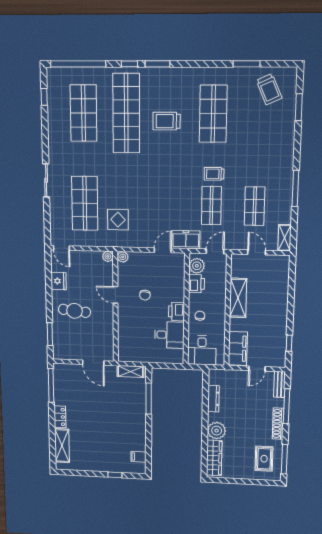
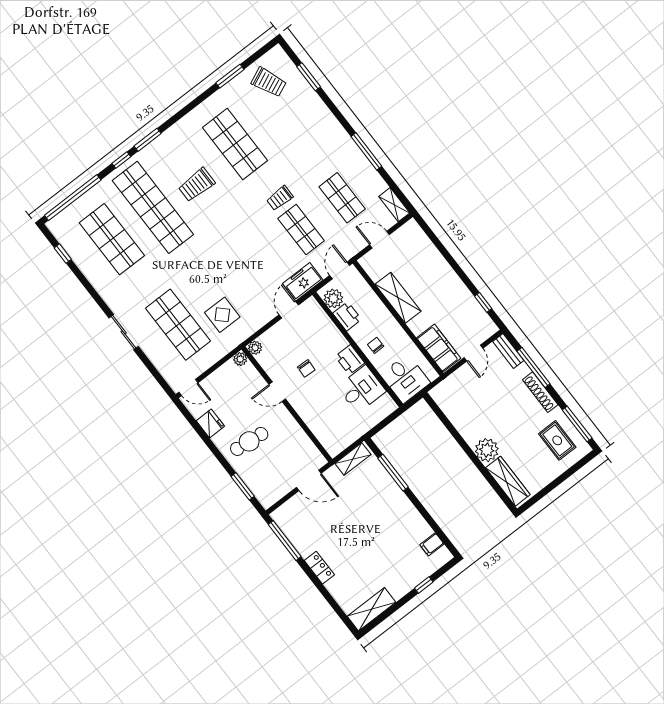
dresser: (213, 399) -> (457, 419), removed
shelving: (62, 446) -> (372, 609), moved, turned 90

